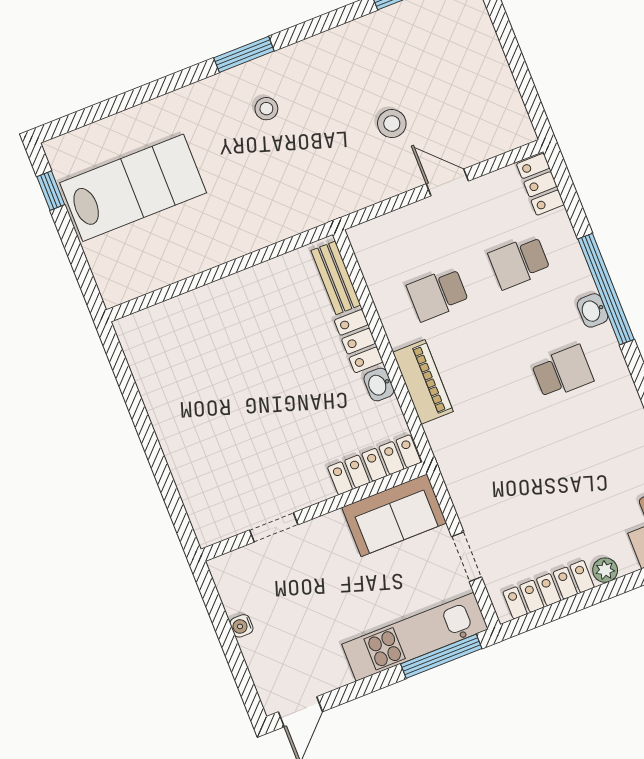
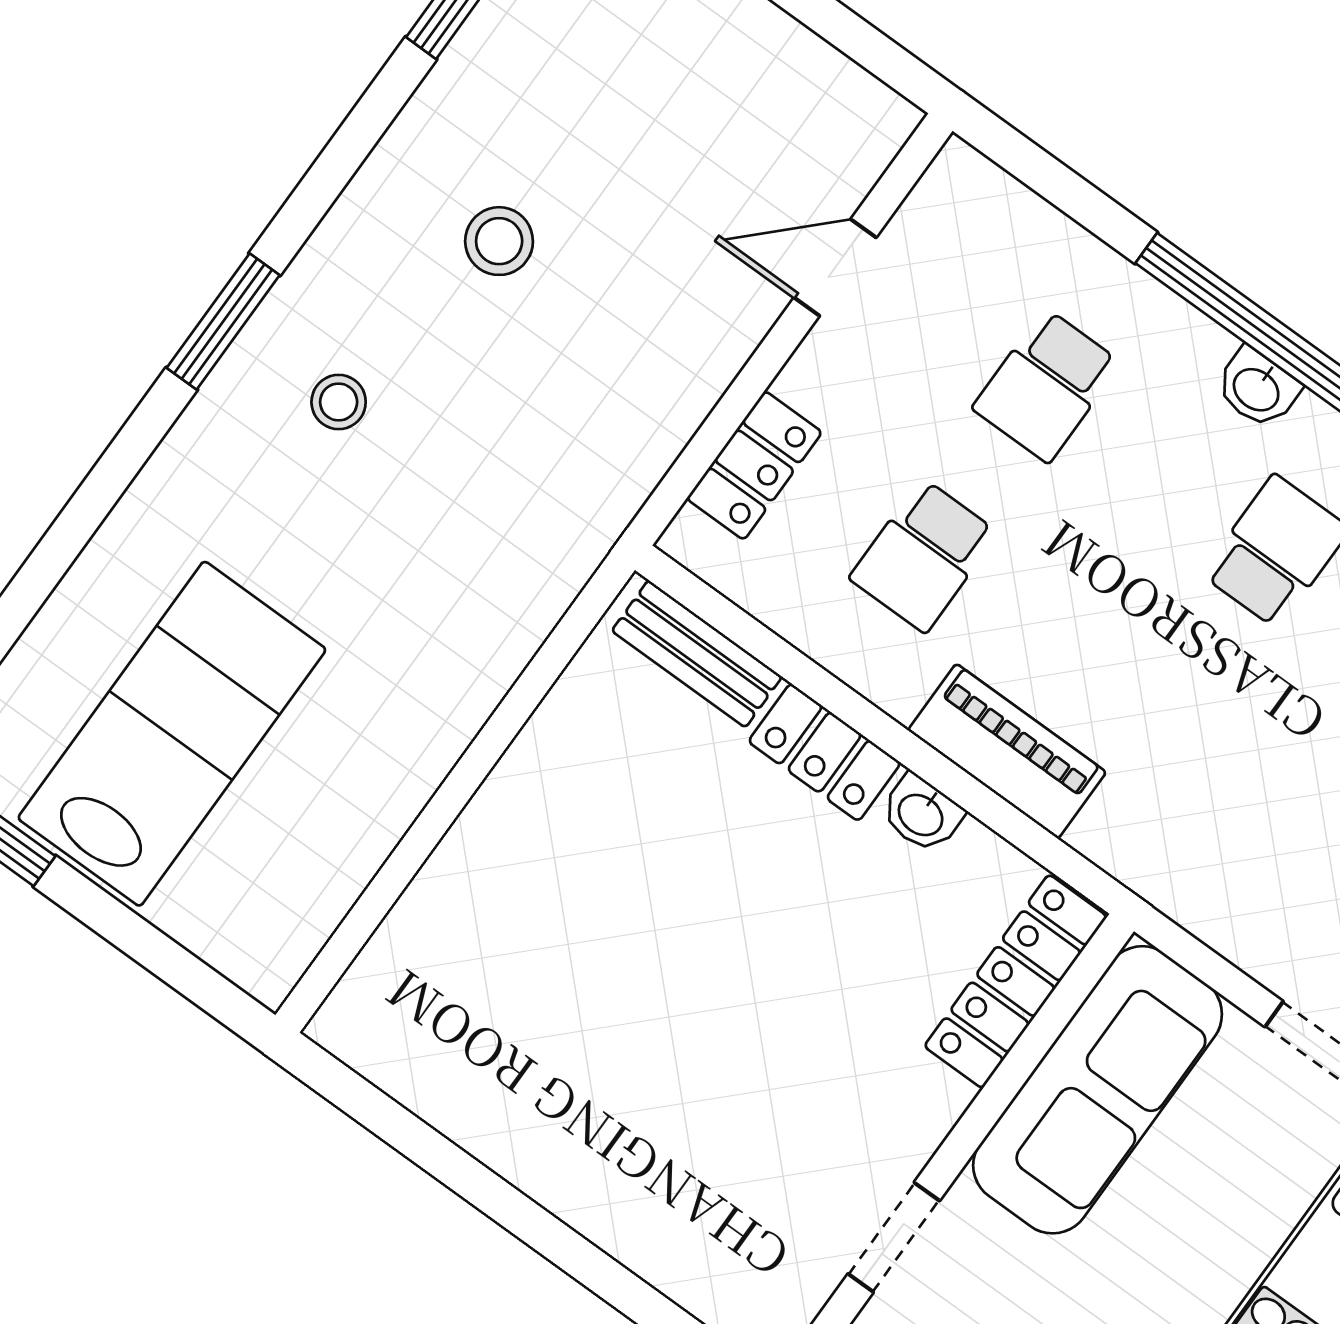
stool: (392, 124) -> (499, 241), moved
door: (447, 182) -> (835, 268), moved
locker: (540, 184) -> (754, 465), moved, turned -90
sofa: (394, 515) -> (1098, 1090), width x1.36

